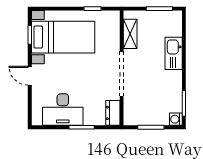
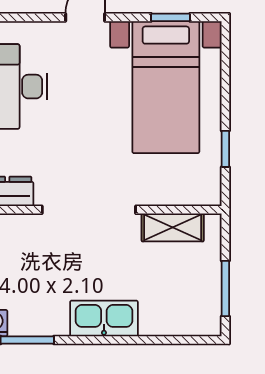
kitchen sink: (174, 53) -> (104, 318), moved

